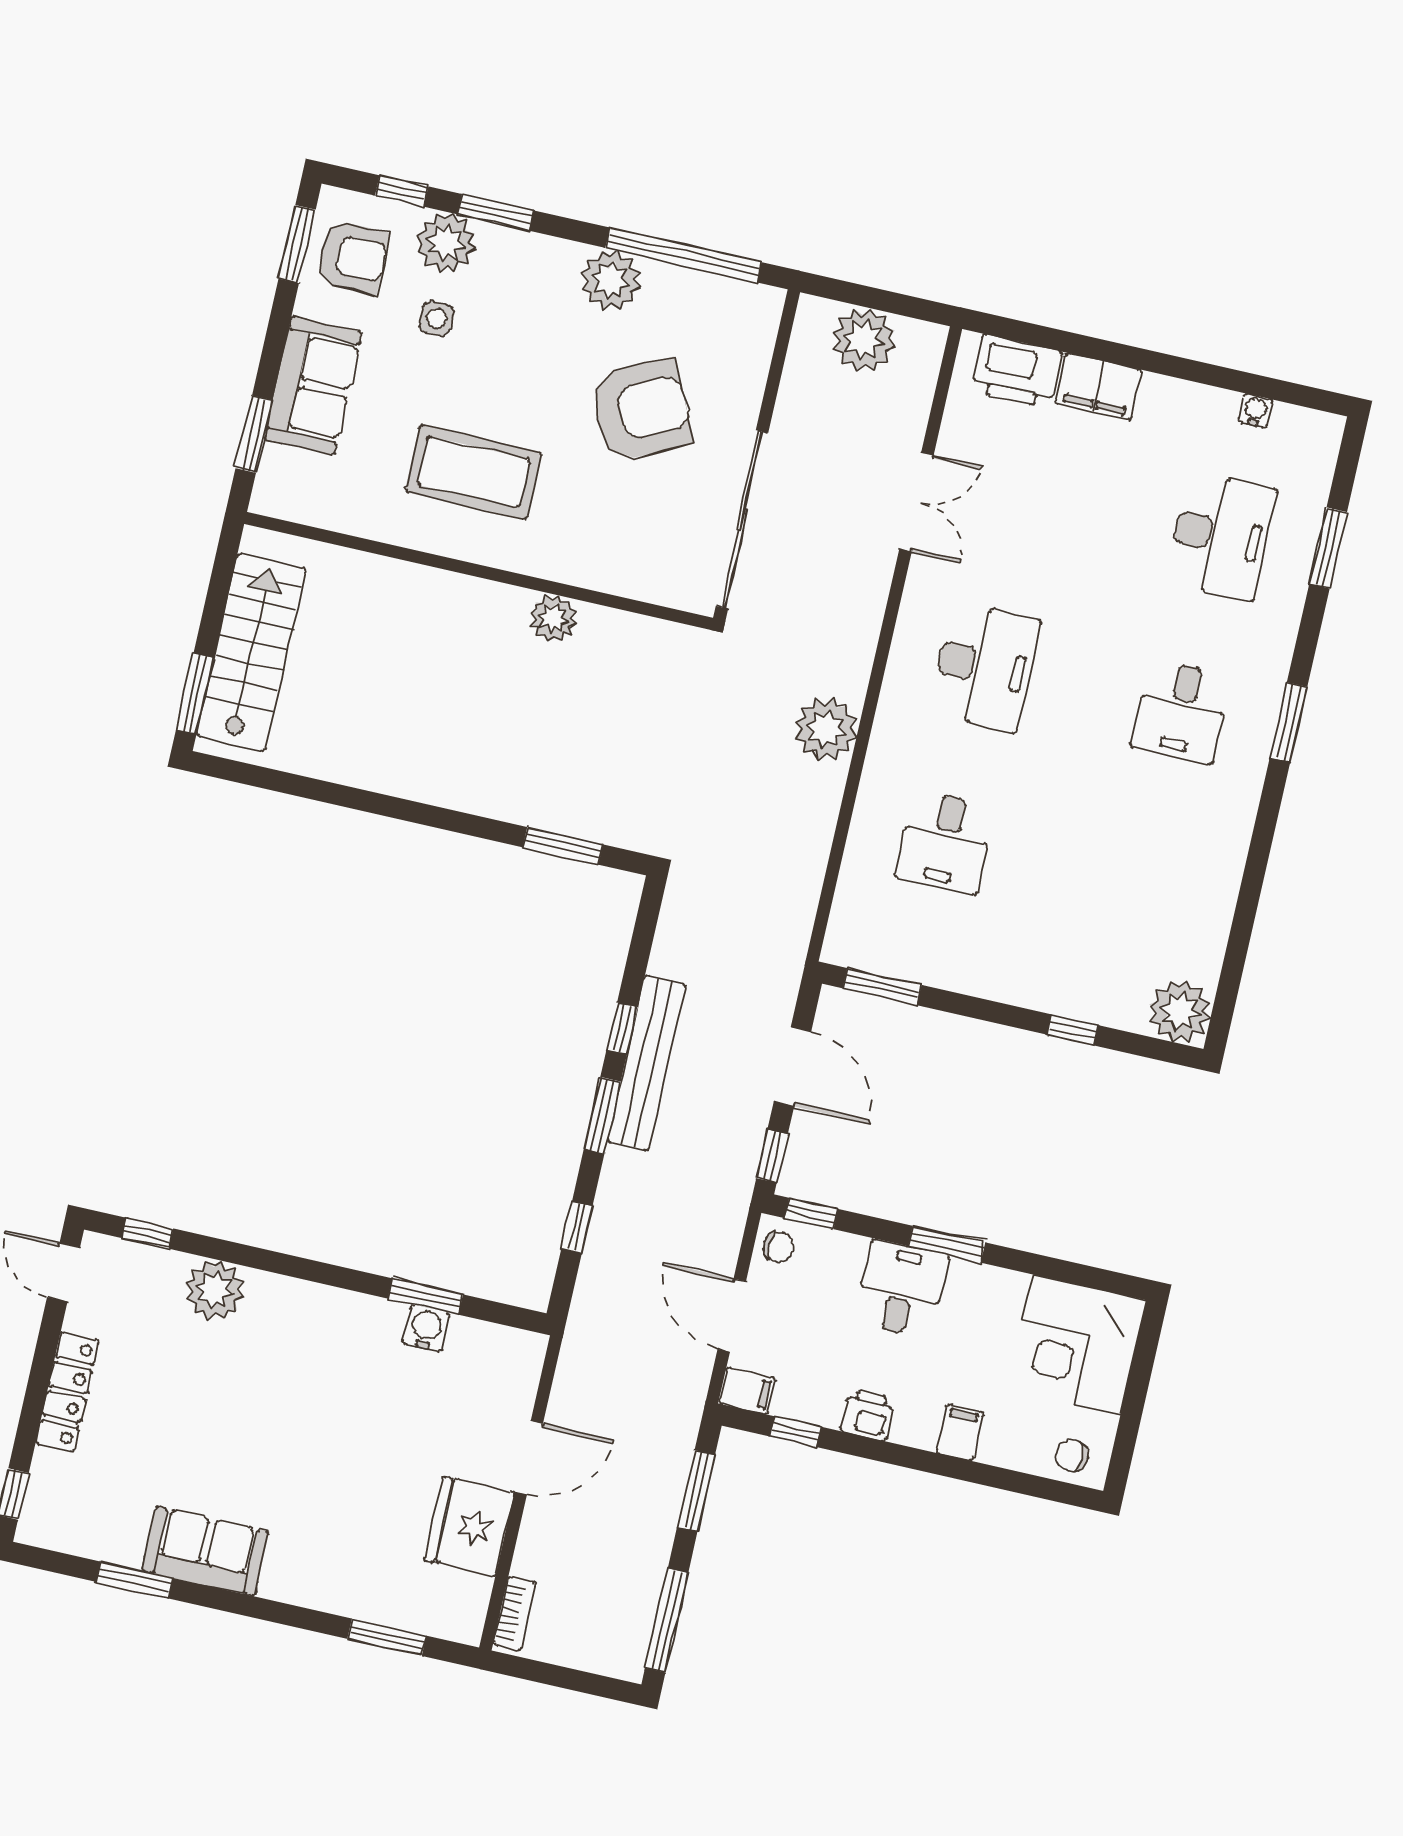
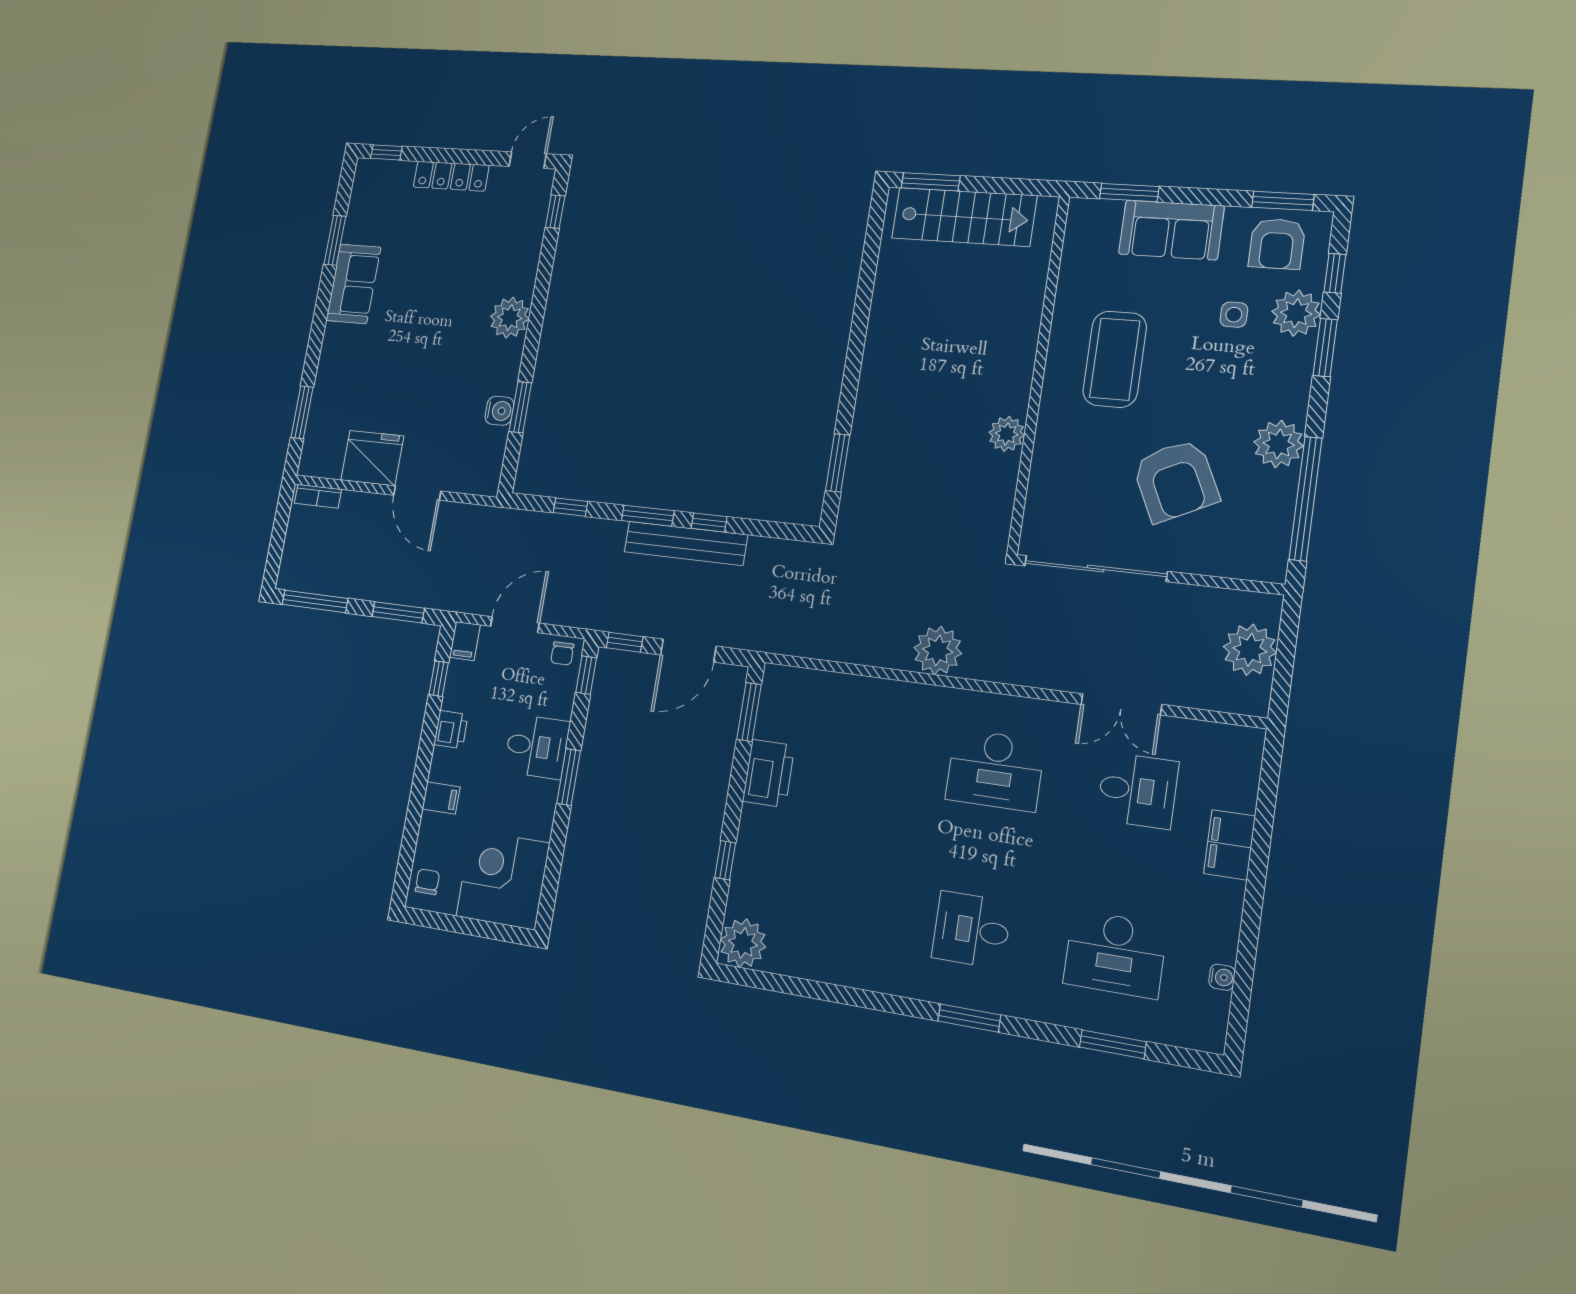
printer: (1017, 372) -> (769, 773), moved, turned 180
desk: (945, 842) -> (1138, 790), moved, turned 180
plant: (215, 1290) -> (510, 318), moved

